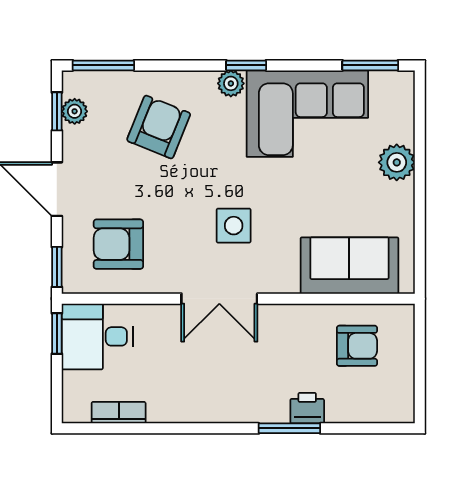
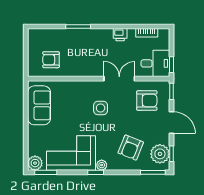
plant: (75, 111) -> (160, 154), width x1.88, depth x1.88
plant: (397, 162) -> (35, 163), moved
sofa: (349, 266) -> (39, 105), moved, turned -90
double door: (219, 299) -> (119, 79), moved
printer: (307, 408) -> (120, 35), moved

